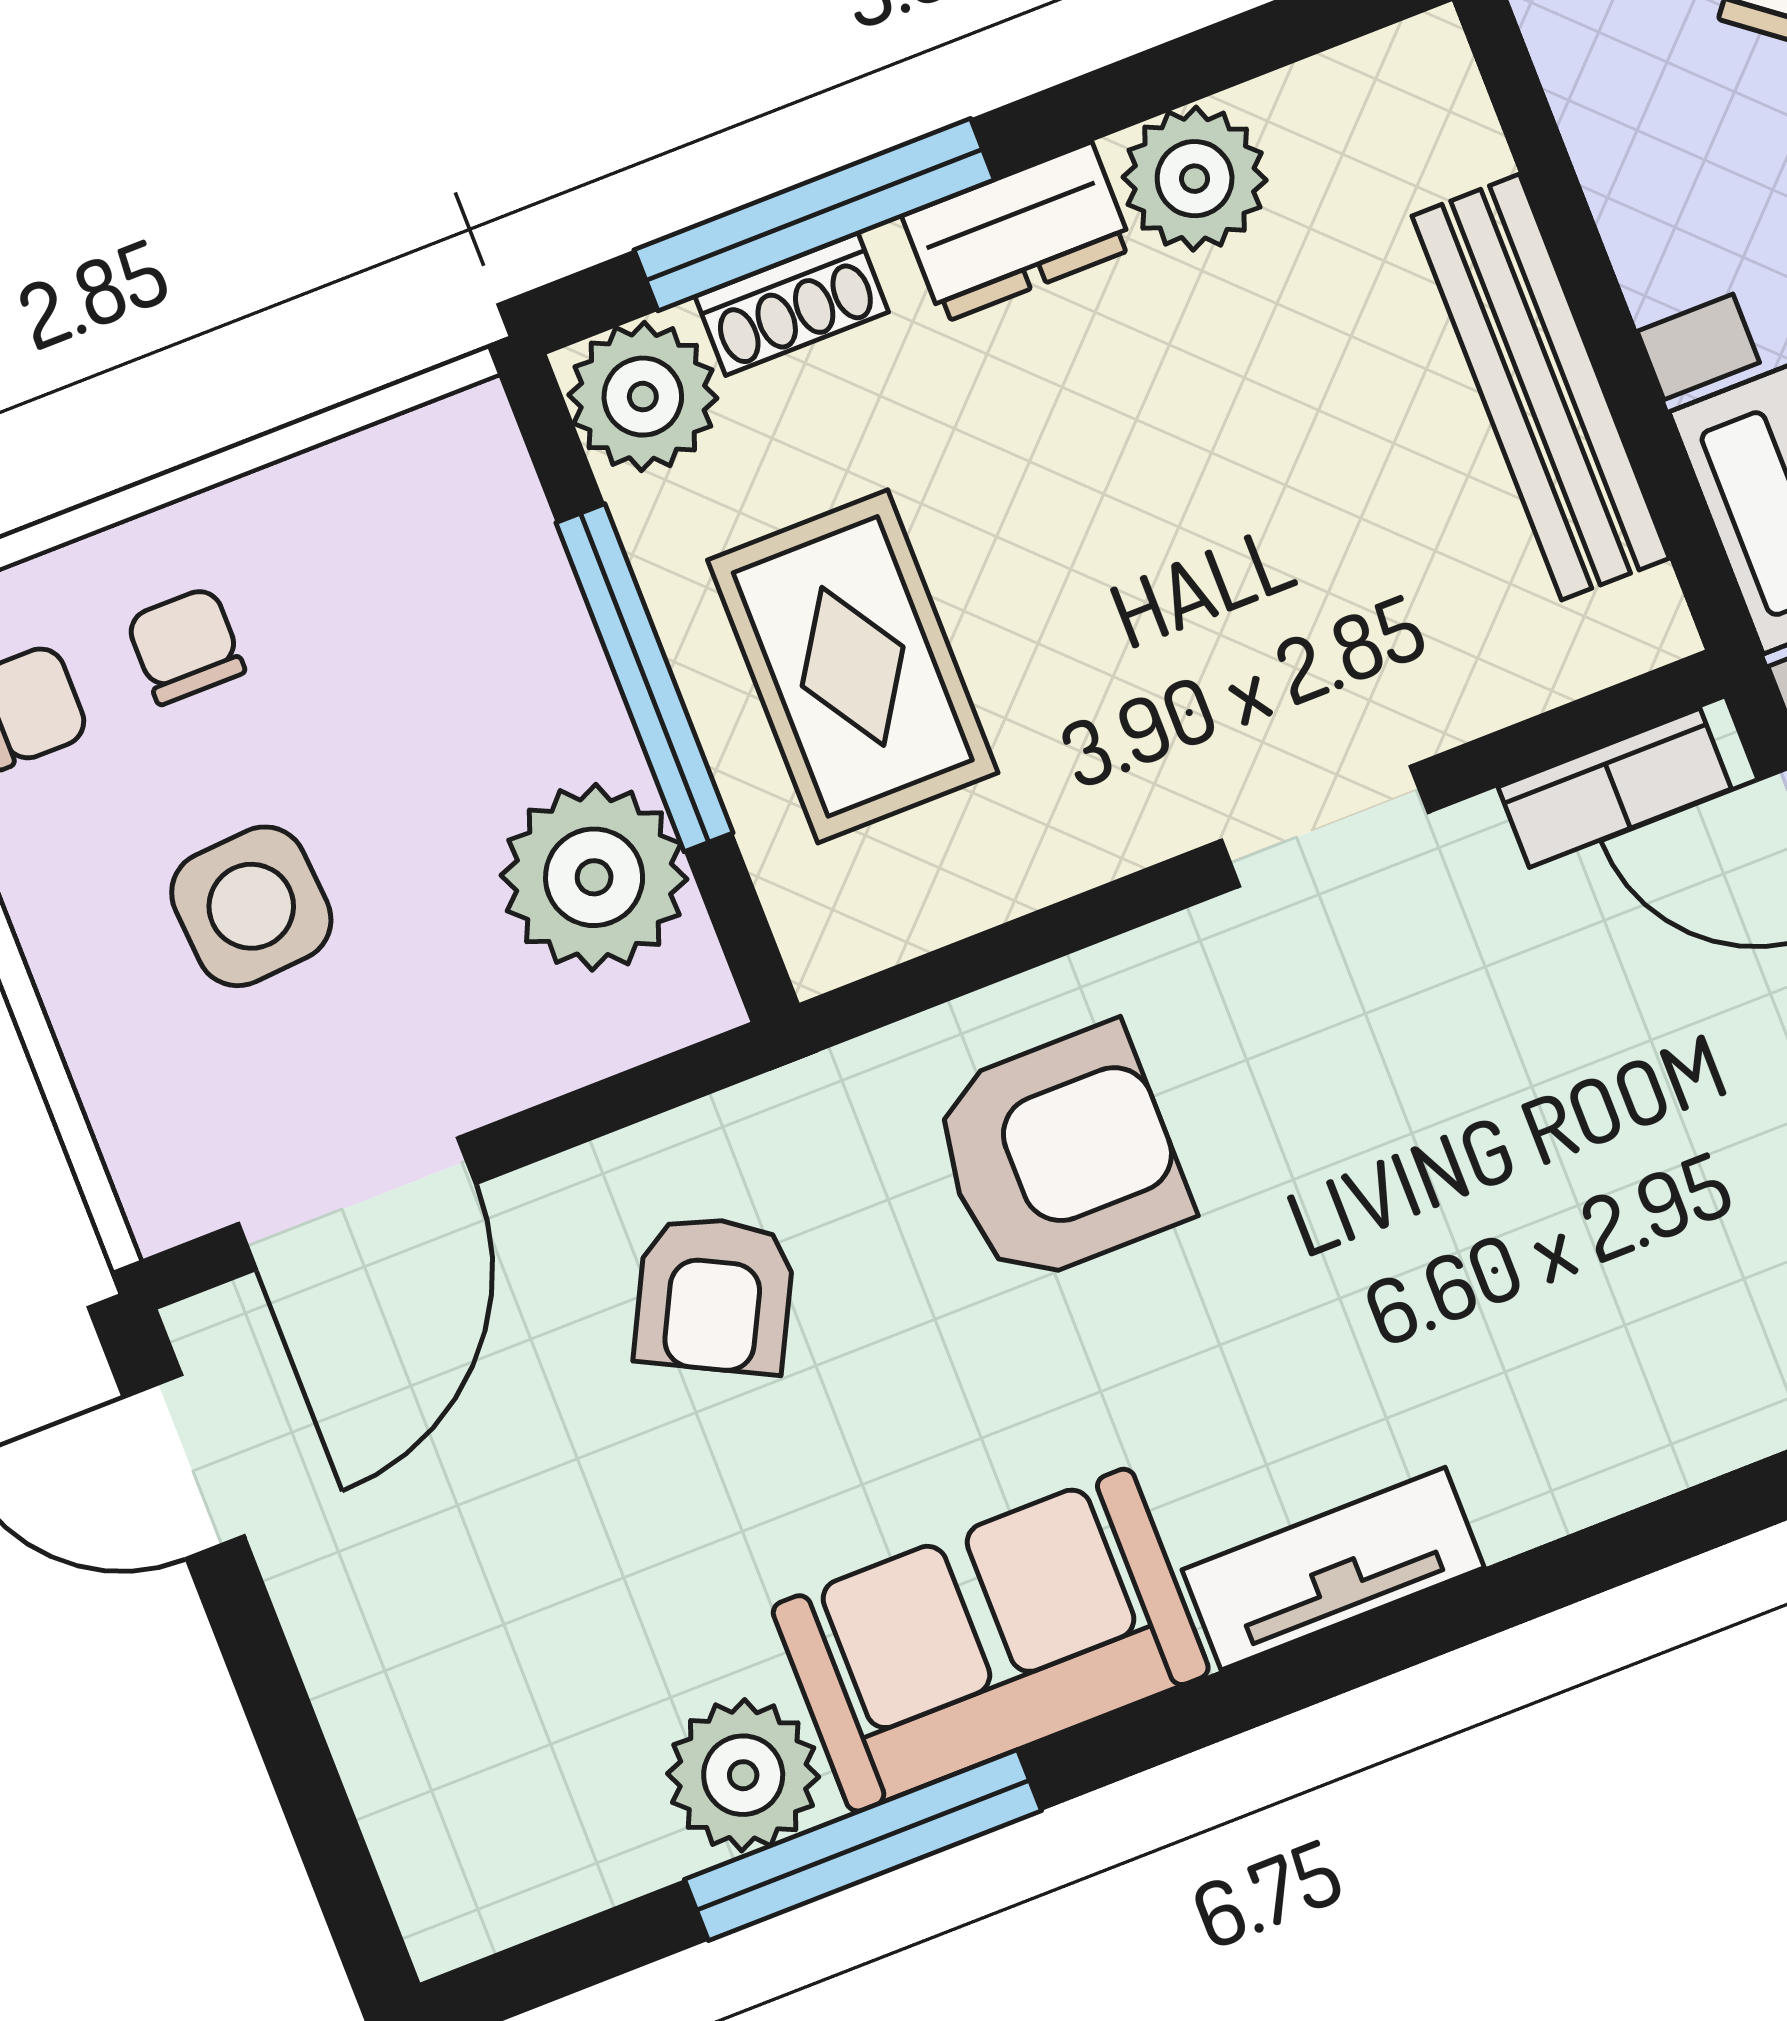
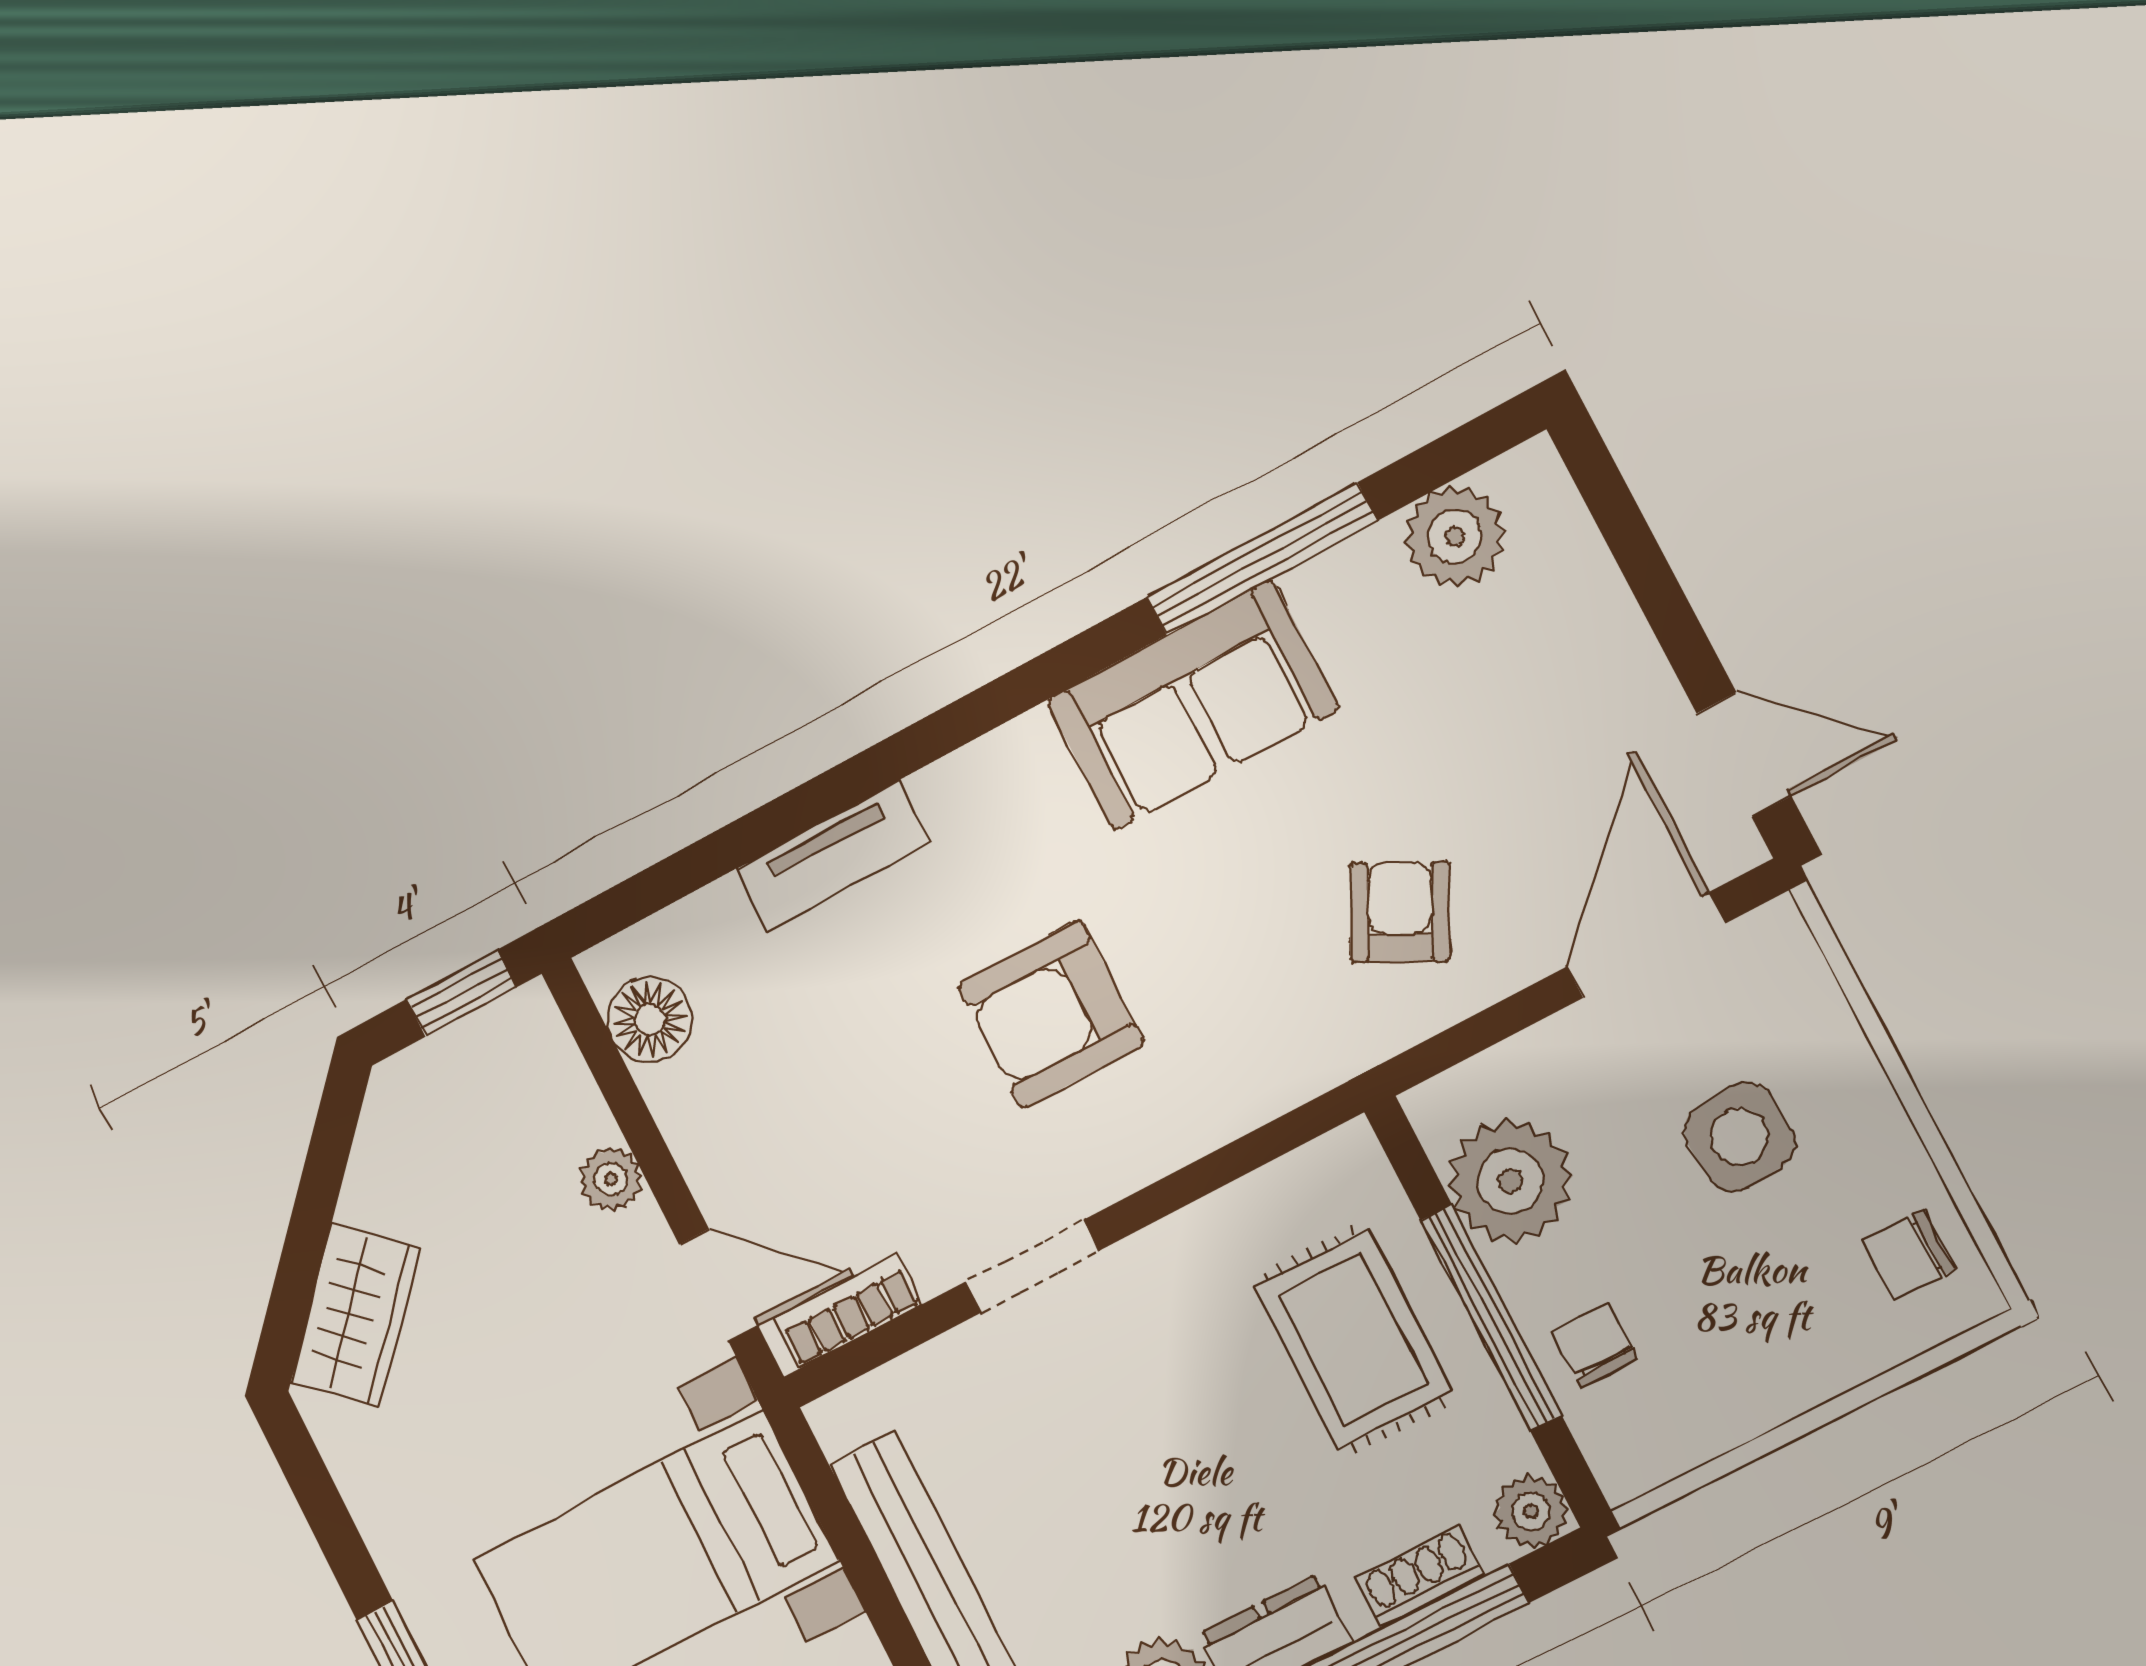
plant: (643, 397) -> (1531, 1511), width x0.73, depth x0.73
chair: (185, 646) -> (1595, 1346), moved, turned 180
armchair: (1059, 1155) -> (1051, 1014), moved
tv unit: (1333, 1569) -> (833, 856), moved
plant: (743, 1775) -> (1455, 536), moved

